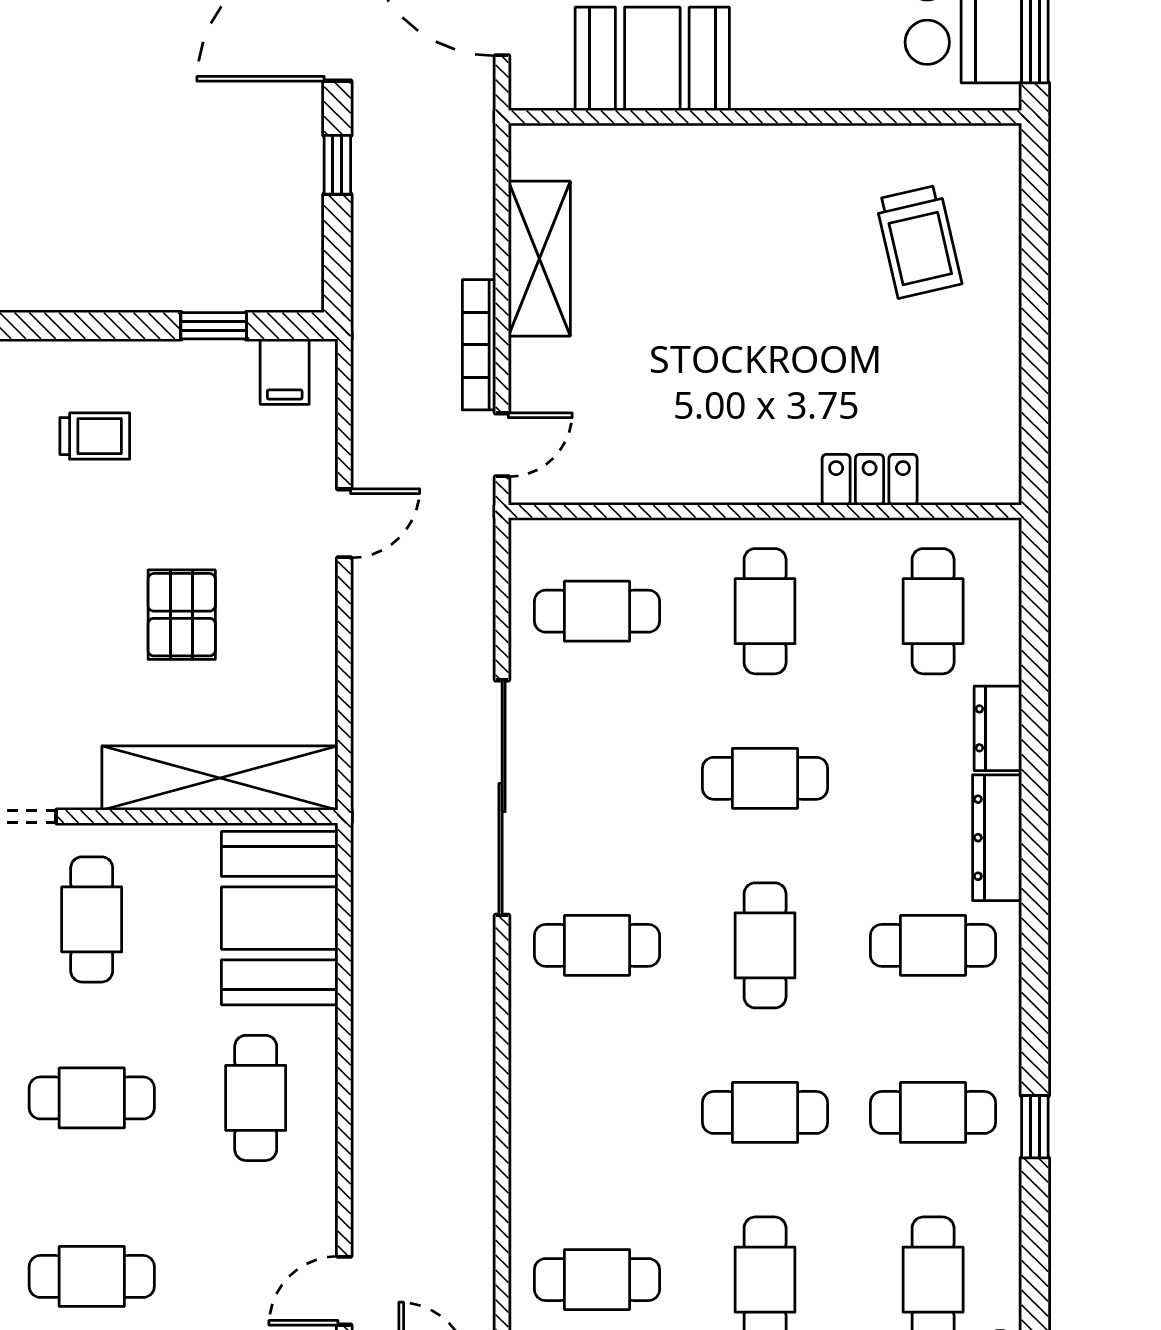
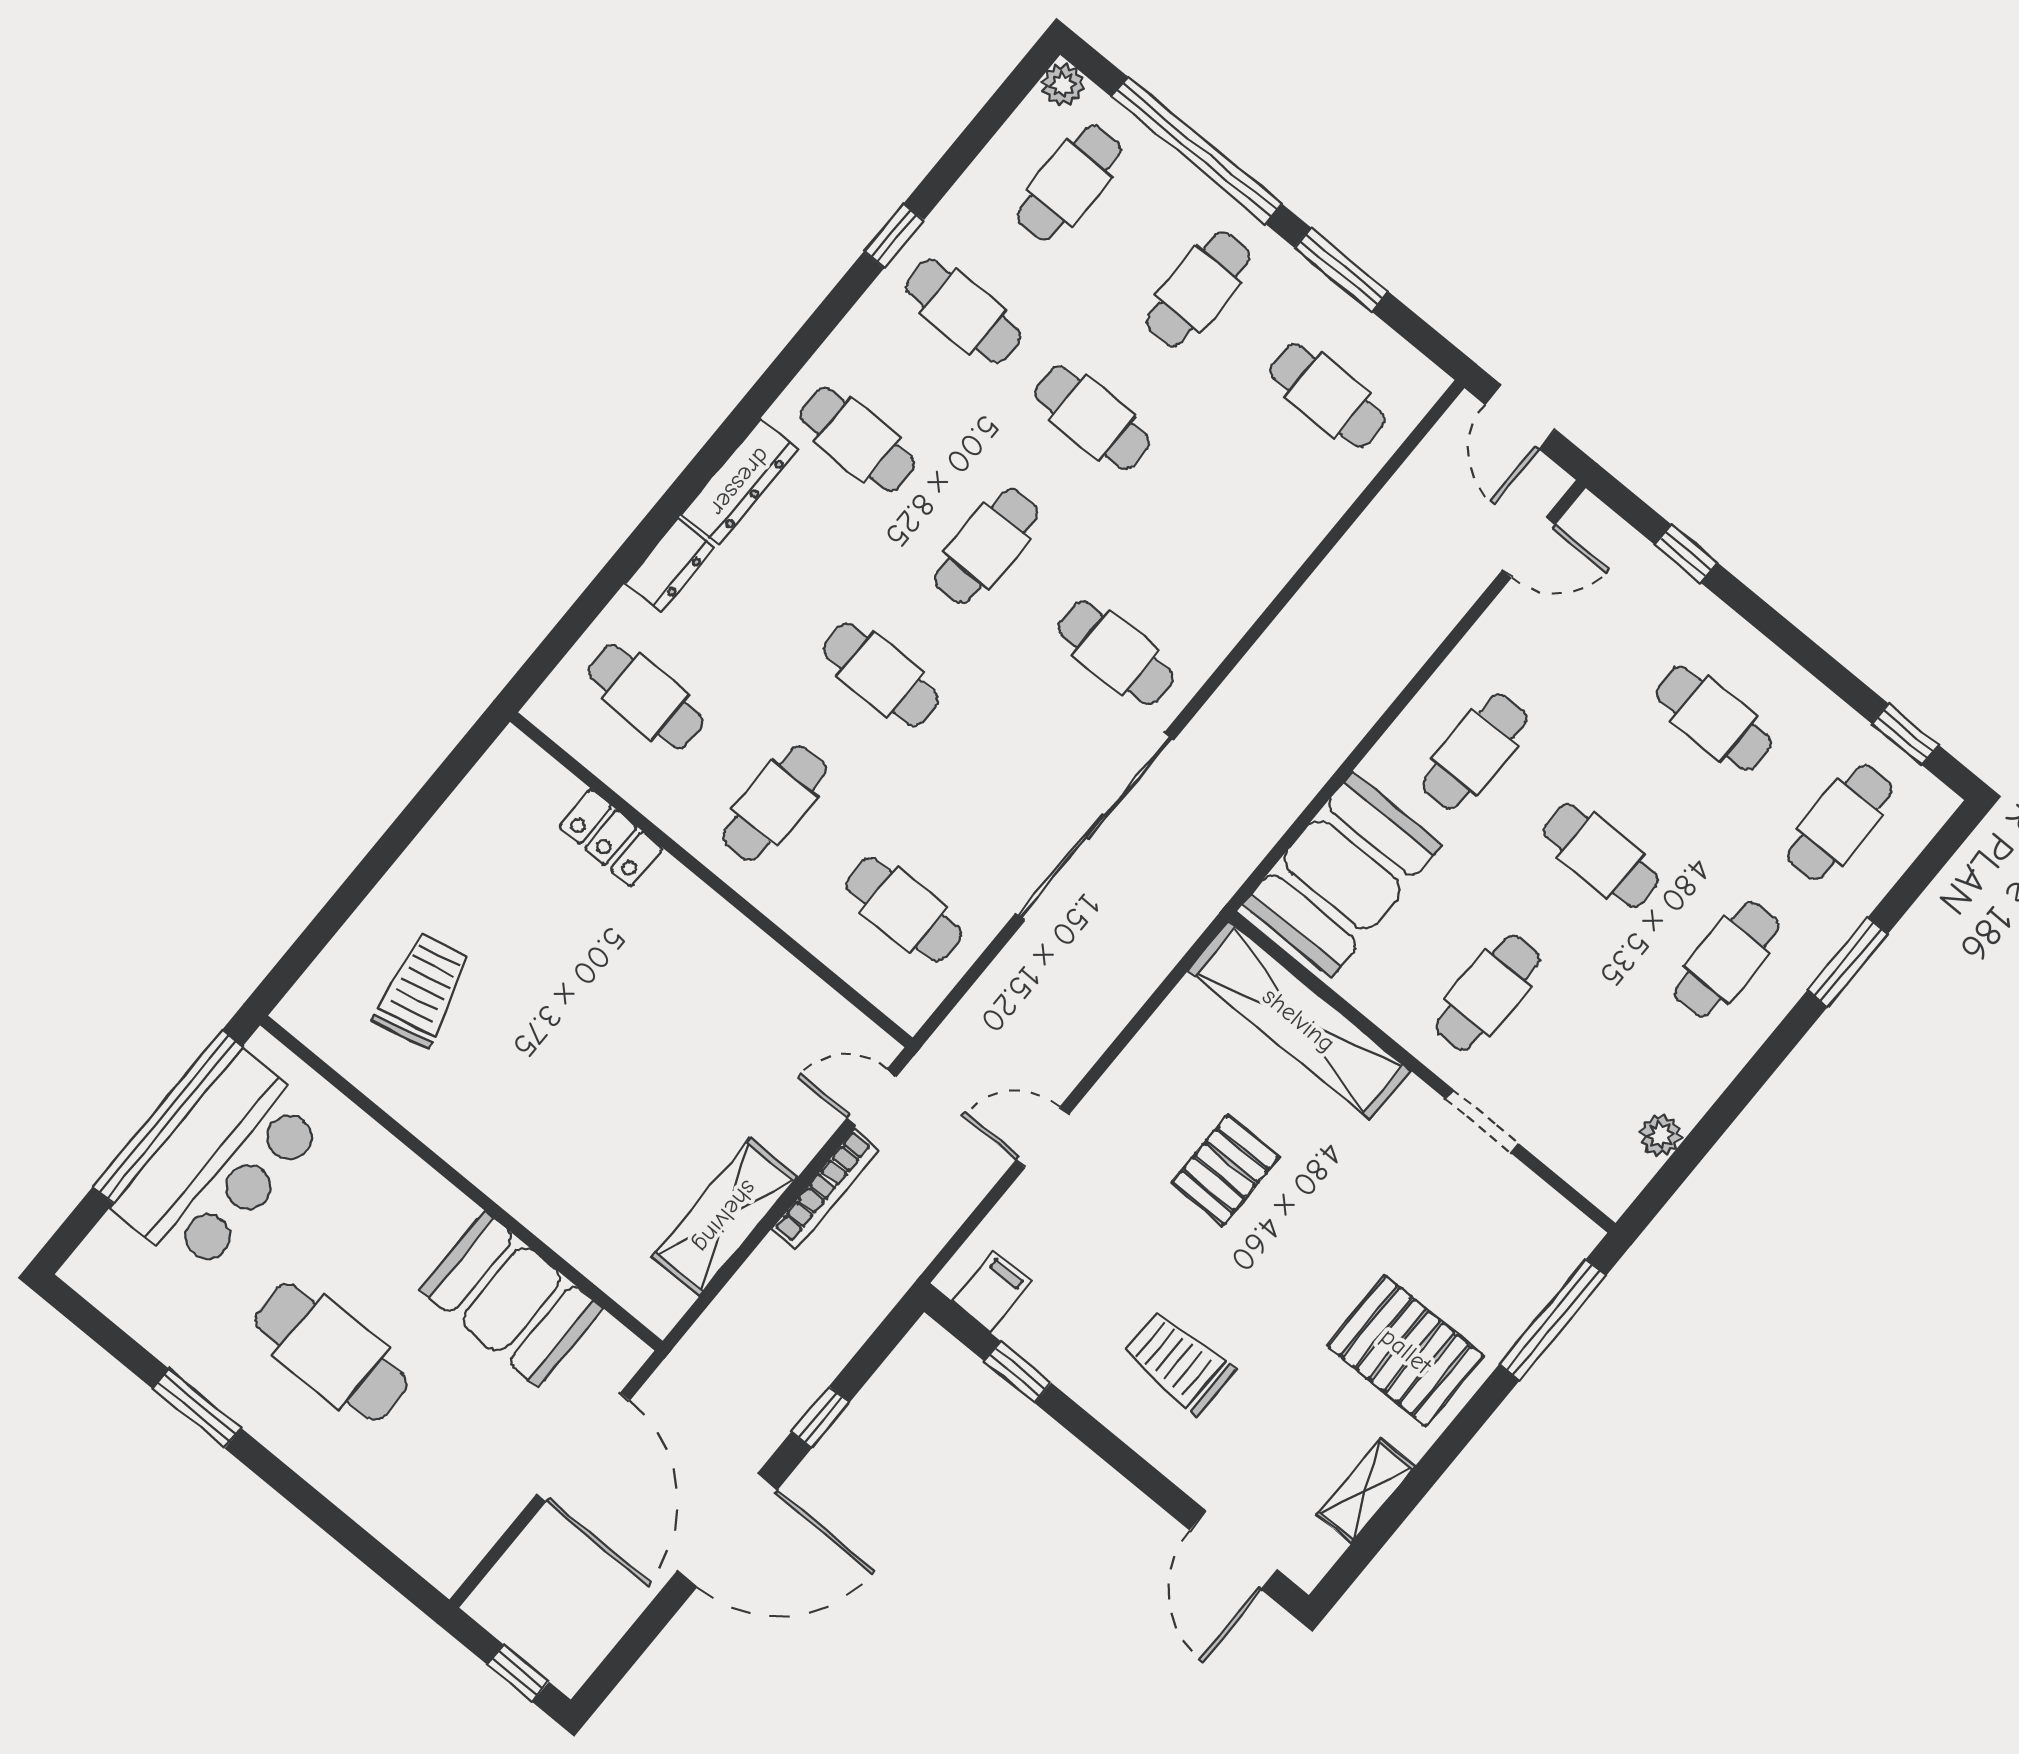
trolley: (95, 436) -> (1179, 1362), width x1.36, depth x1.39
cafe table: (933, 611) -> (645, 697), turned 90

